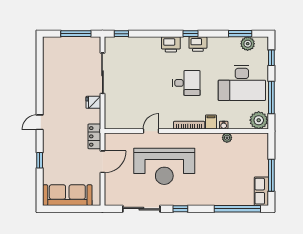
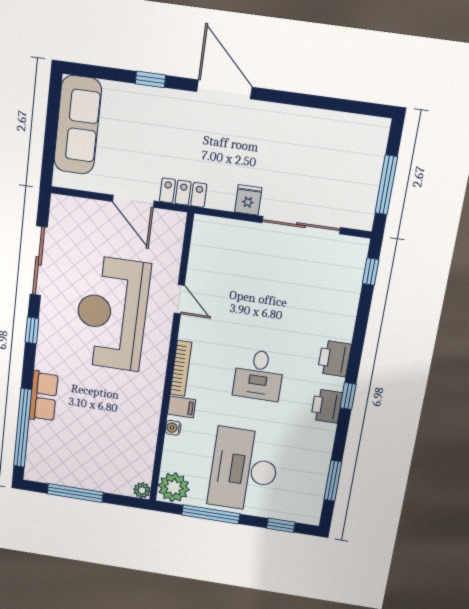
plant: (248, 44) -> (313, 490), removed
door: (40, 122) -> (224, 89), width x1.87
plant: (227, 138) -> (142, 490), moved
row of seats: (261, 191) -> (44, 396), moved, turned 90

